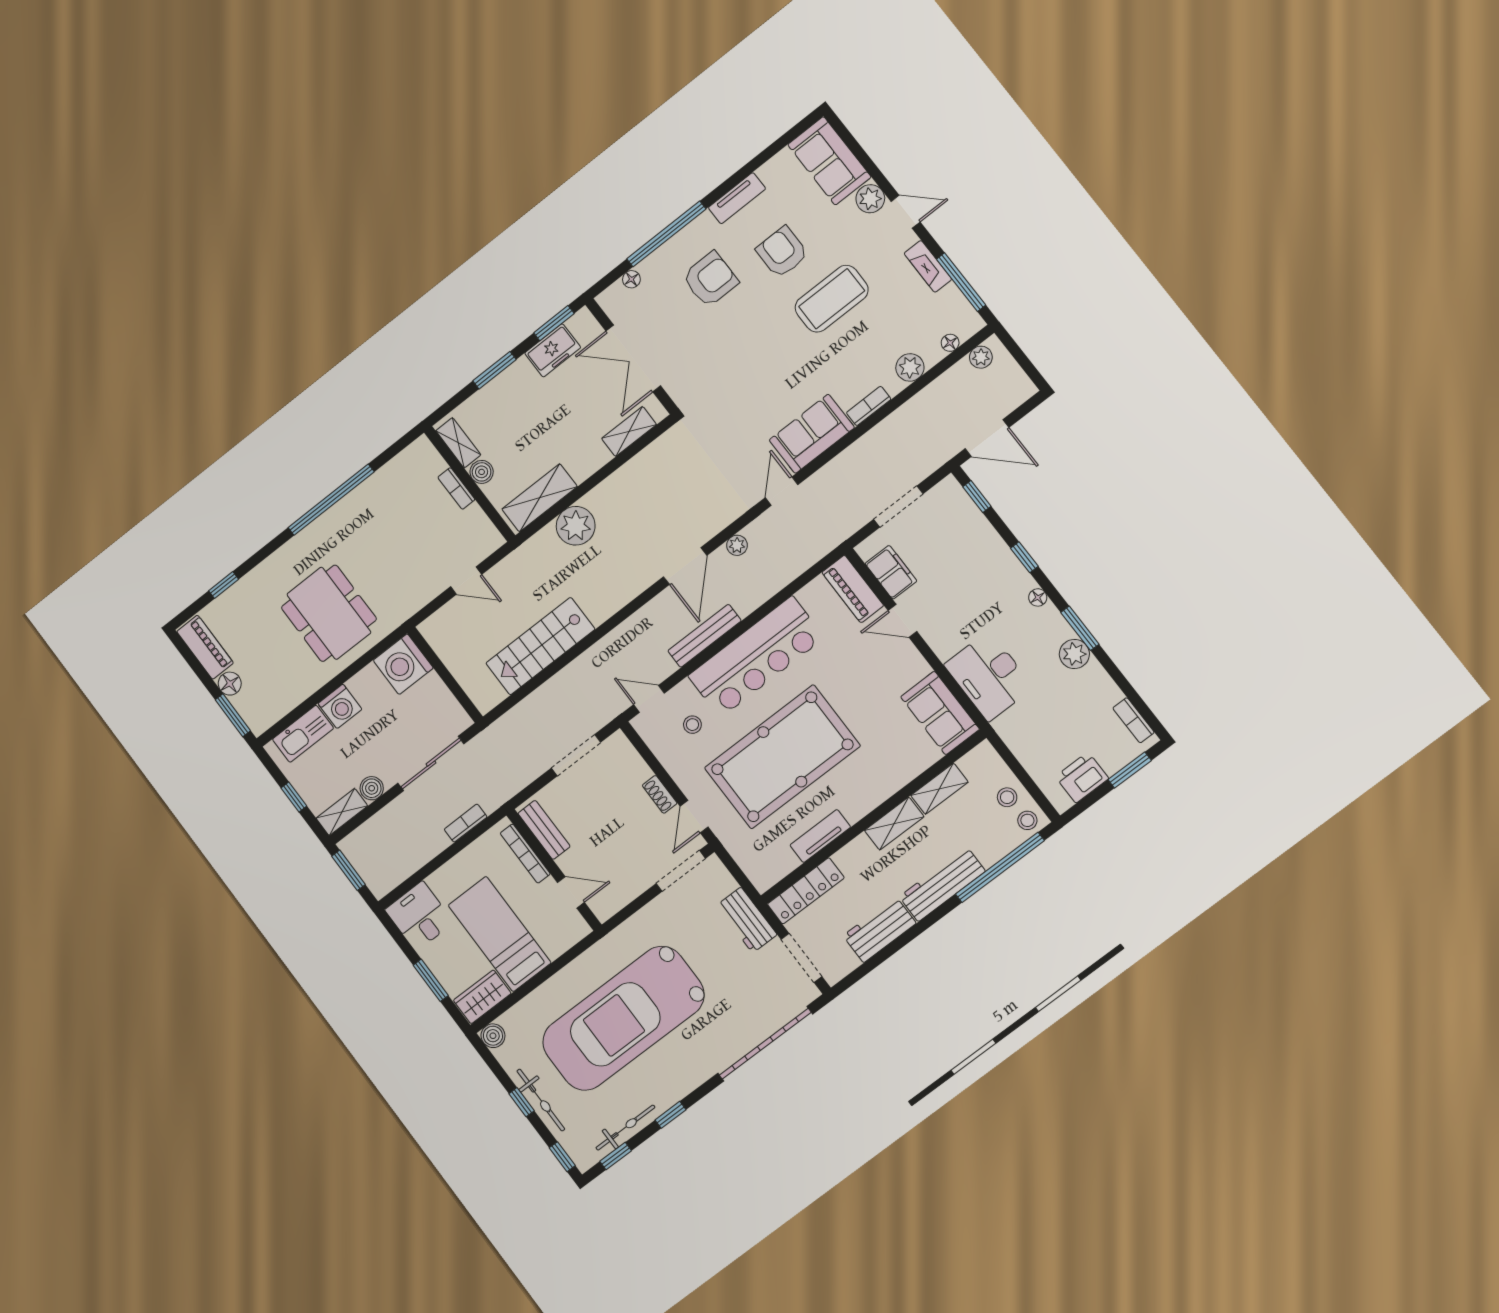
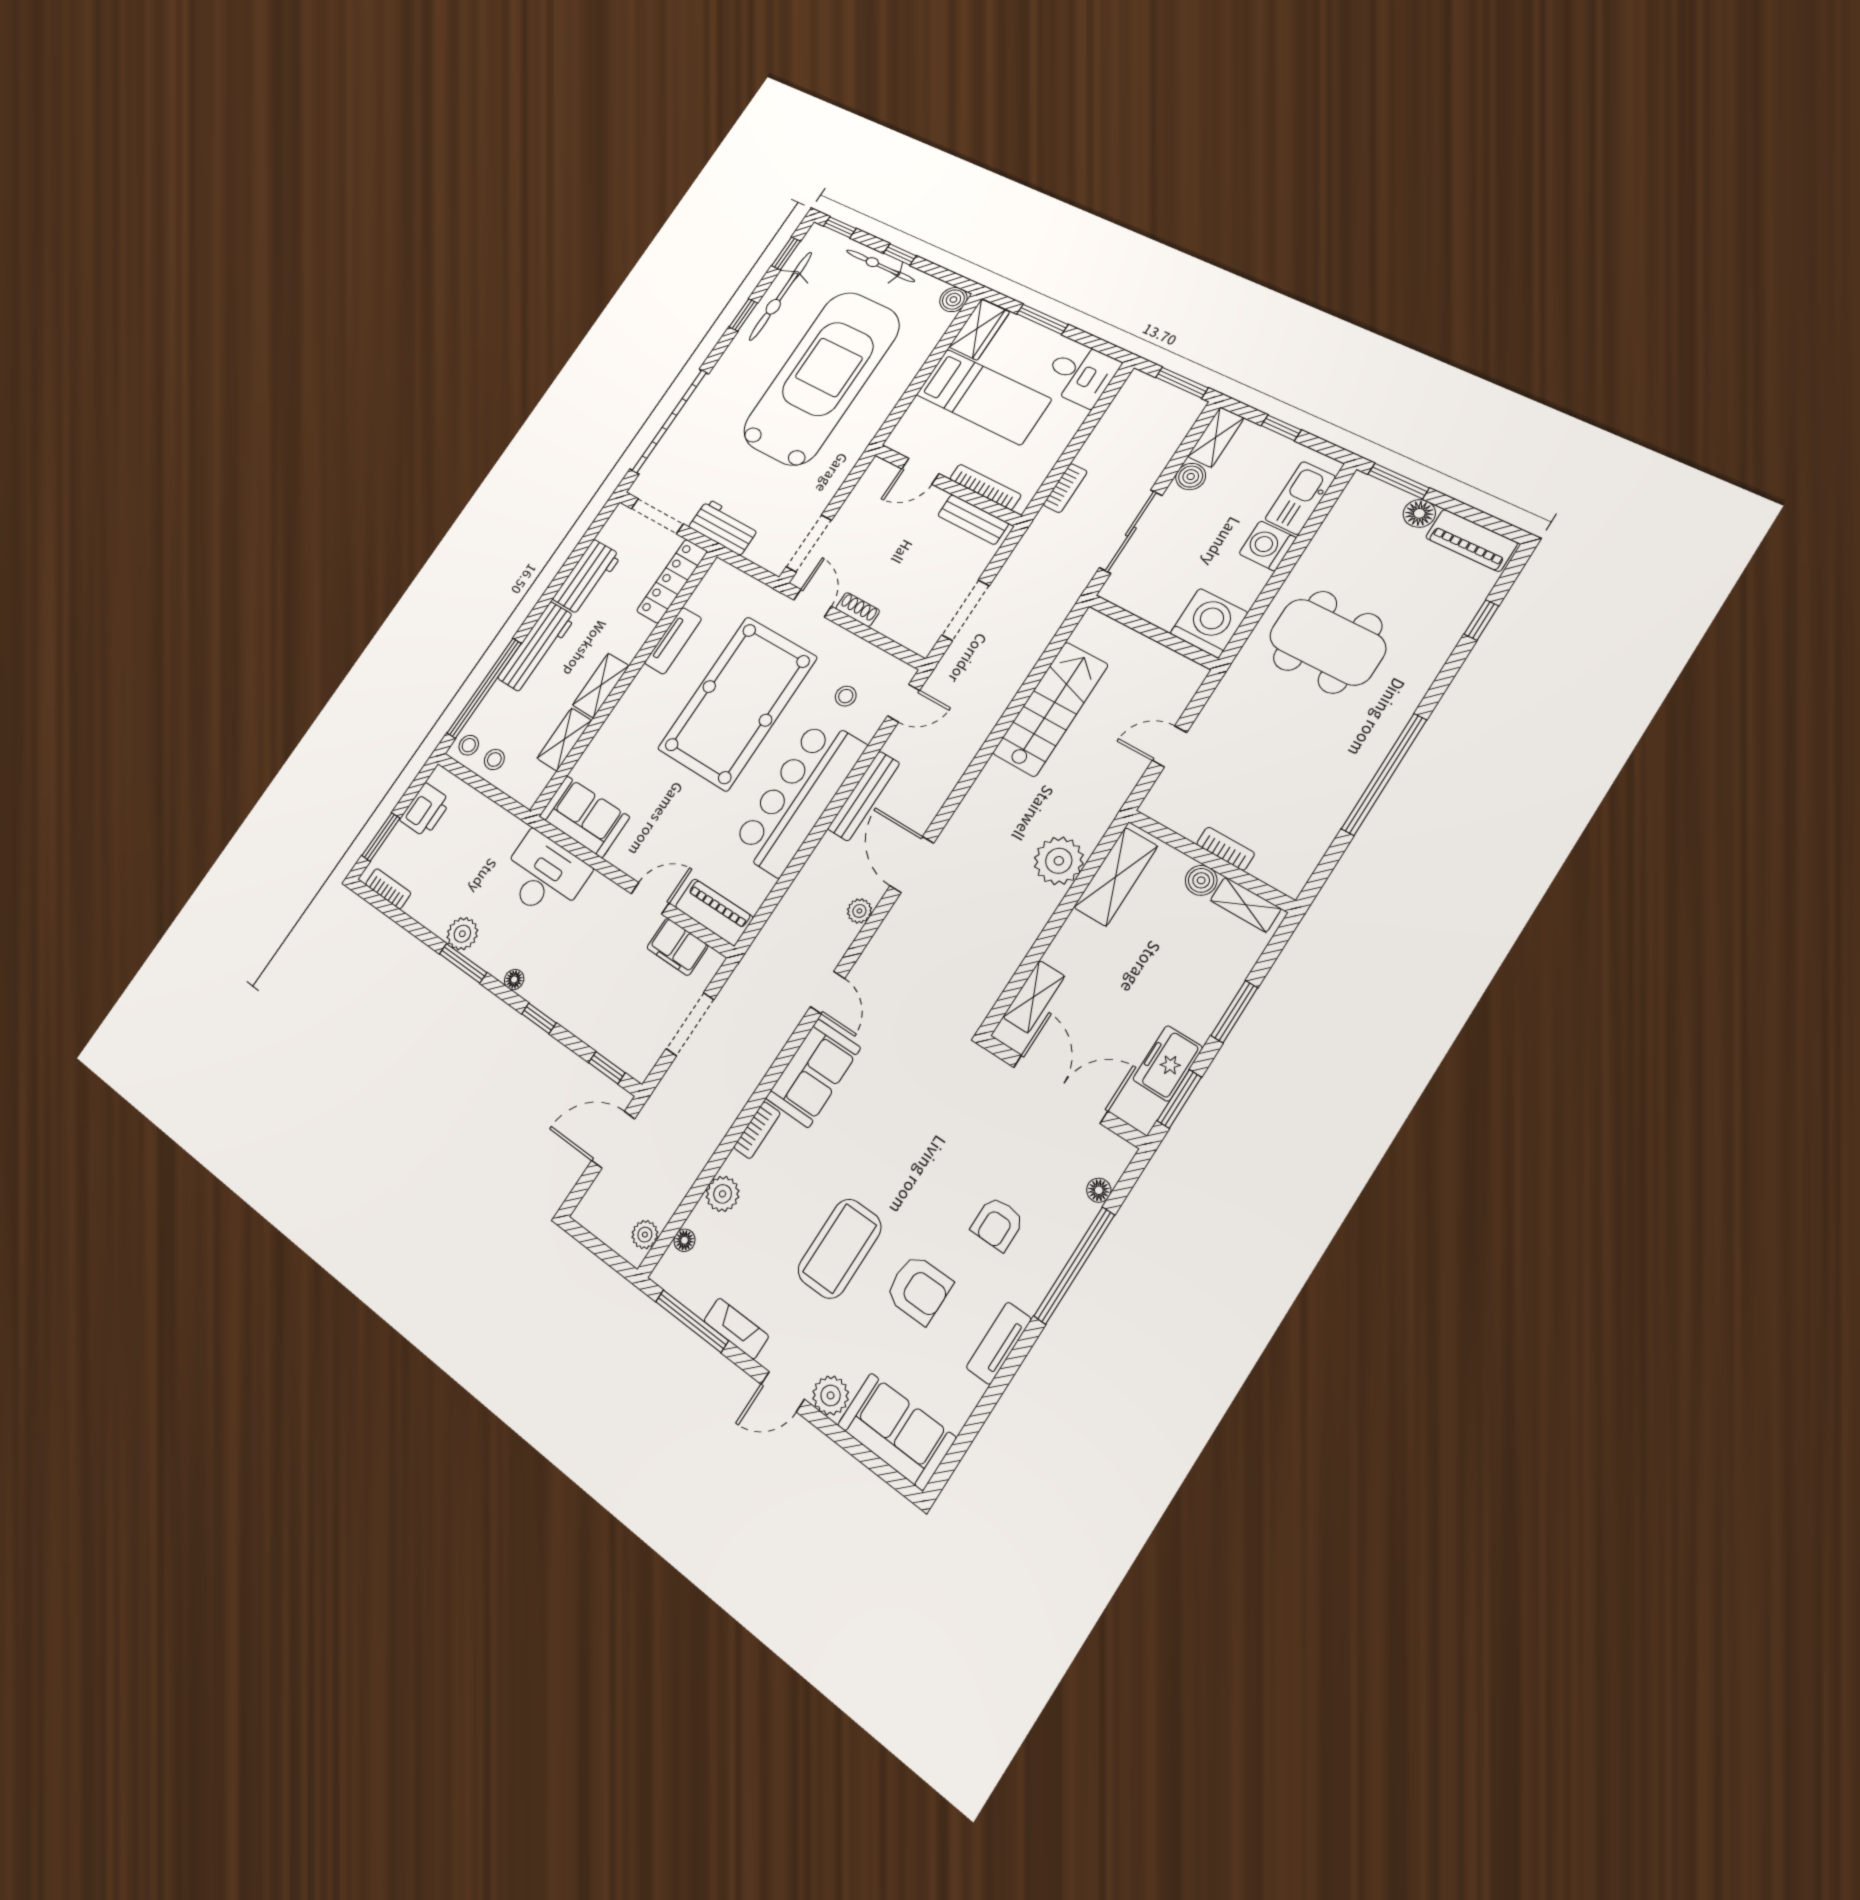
armchair: (710, 279) -> (997, 1224), width x0.72, depth x0.72
bicycle: (625, 1128) -> (781, 296), width x1.37, depth x1.40

